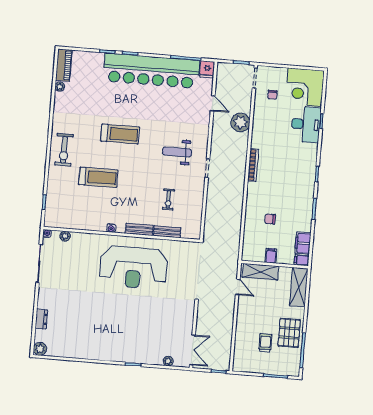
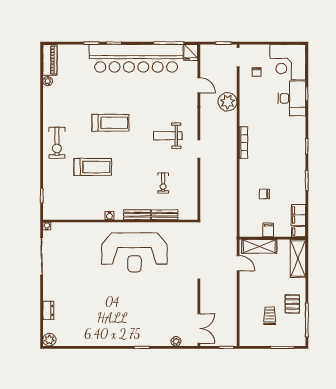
plant: (65, 236) -> (65, 227), removed
pallet: (289, 333) -> (292, 304), width x0.67, depth x0.71

